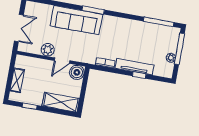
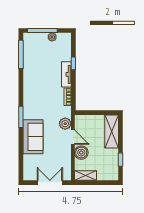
sofa: (76, 20) -> (33, 137), width x0.73
plant: (48, 50) -> (65, 124), moved
tv unit: (134, 67) -> (66, 74), width x0.71
boiler: (77, 72) -> (81, 153), moved
shelving: (17, 80) -> (85, 175), moved

